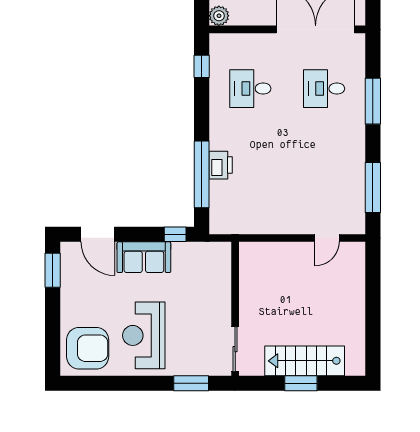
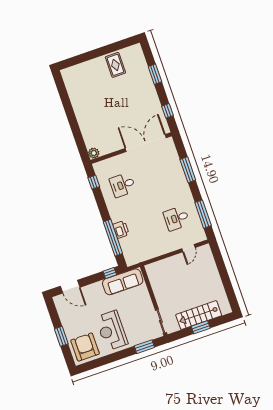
desk: (324, 89) -> (177, 218), moved
sofa: (144, 257) -> (123, 282), moved, width x1.36
window: (53, 270) -> (61, 336), moved
armchair: (88, 348) -> (85, 347), turned -90

